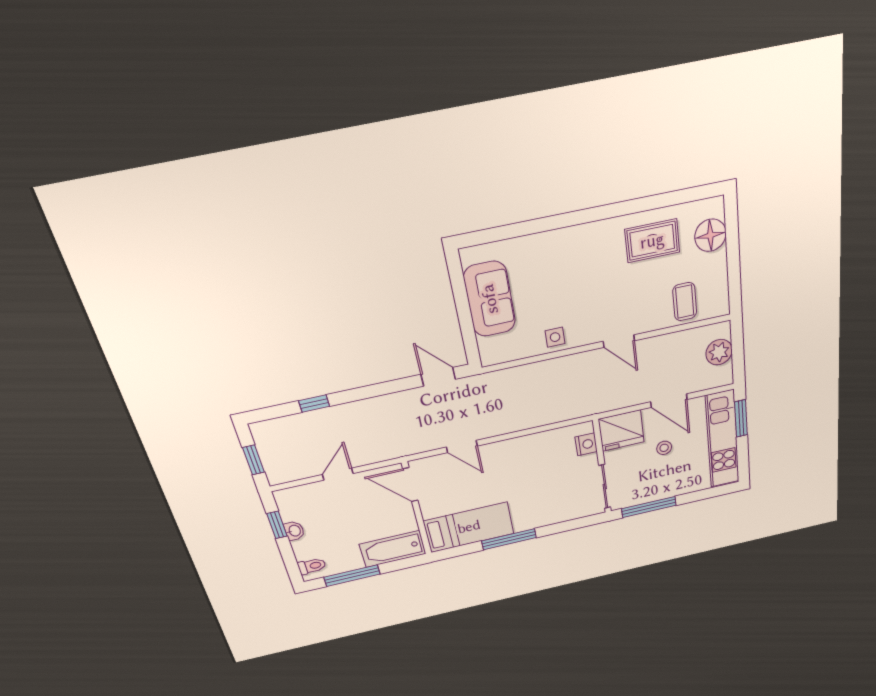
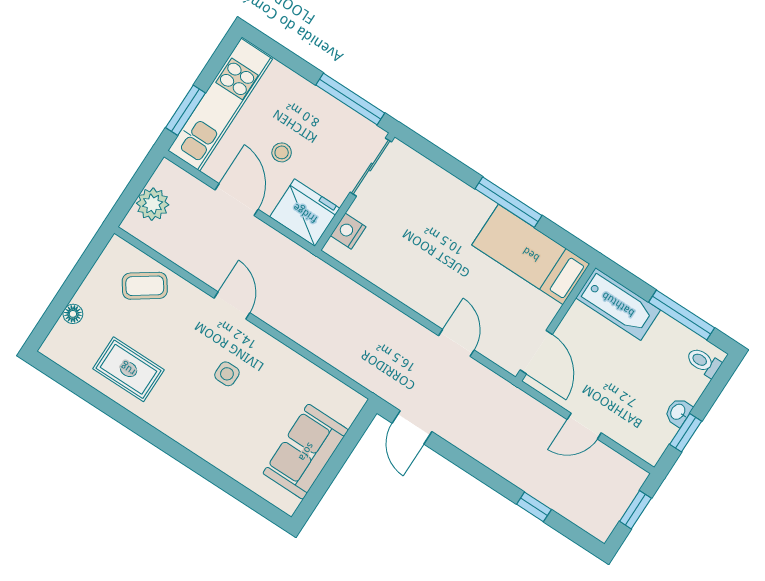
floor lamp: (710, 235) -> (73, 314), width x0.53, depth x0.53
coffee table: (685, 302) -> (145, 286), turned 55
side table: (555, 337) -> (227, 374), moved

